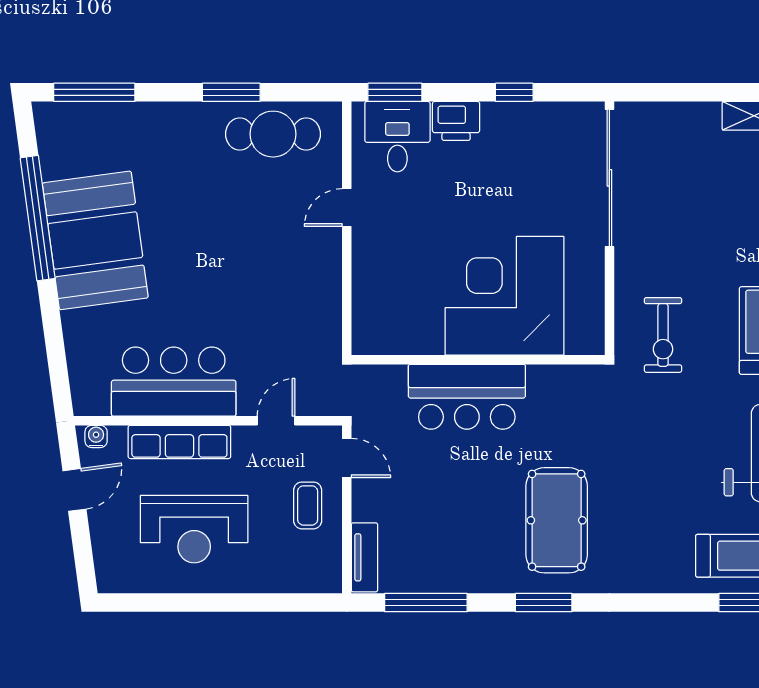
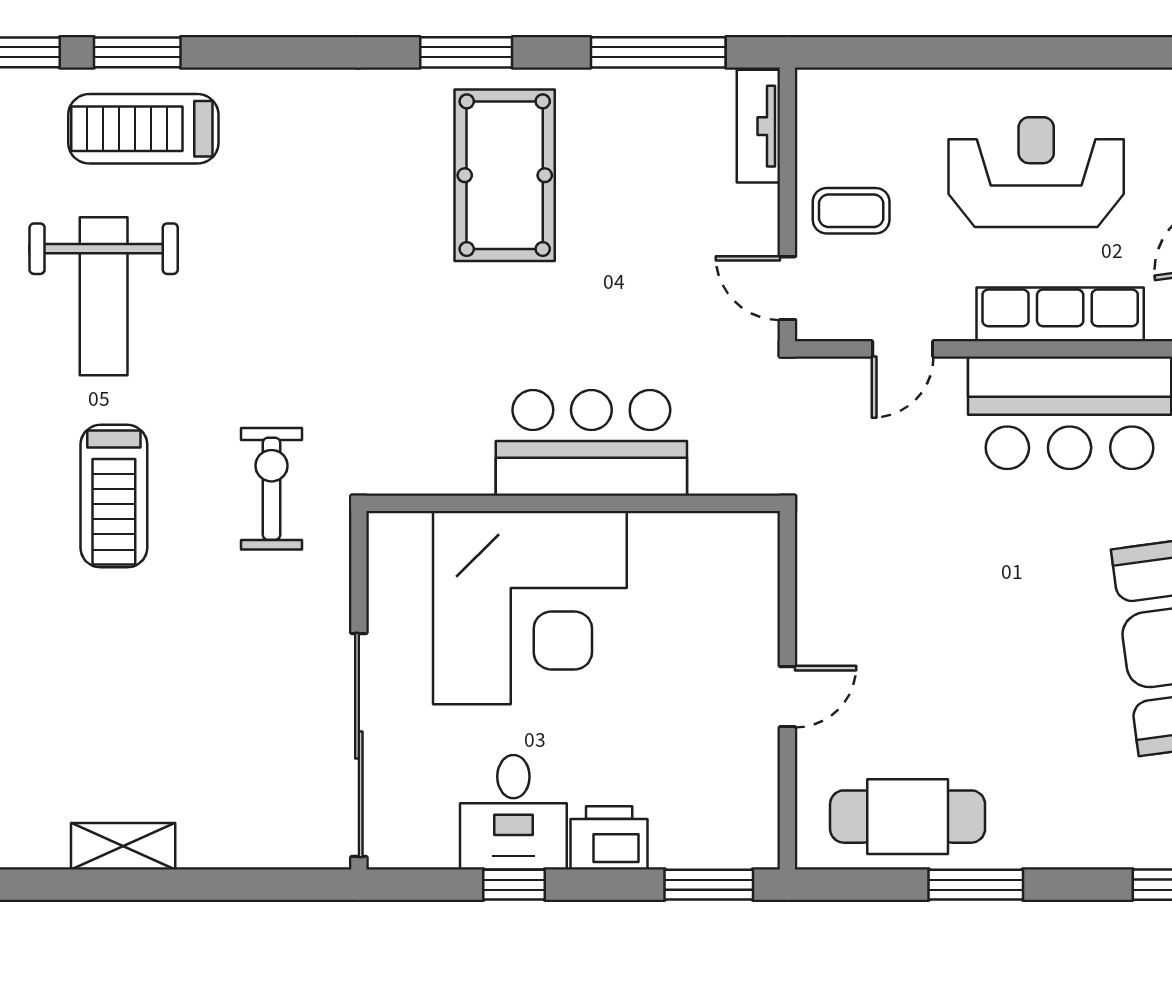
desk: (397, 137) -> (513, 812), moved
corner desk: (505, 296) -> (530, 608), moved
wall: (478, 360) -> (573, 503), moved
bar counter: (467, 397) -> (591, 443), moved
coffee table: (308, 505) -> (851, 211), turned 90
pool table: (557, 520) -> (505, 175), moved

